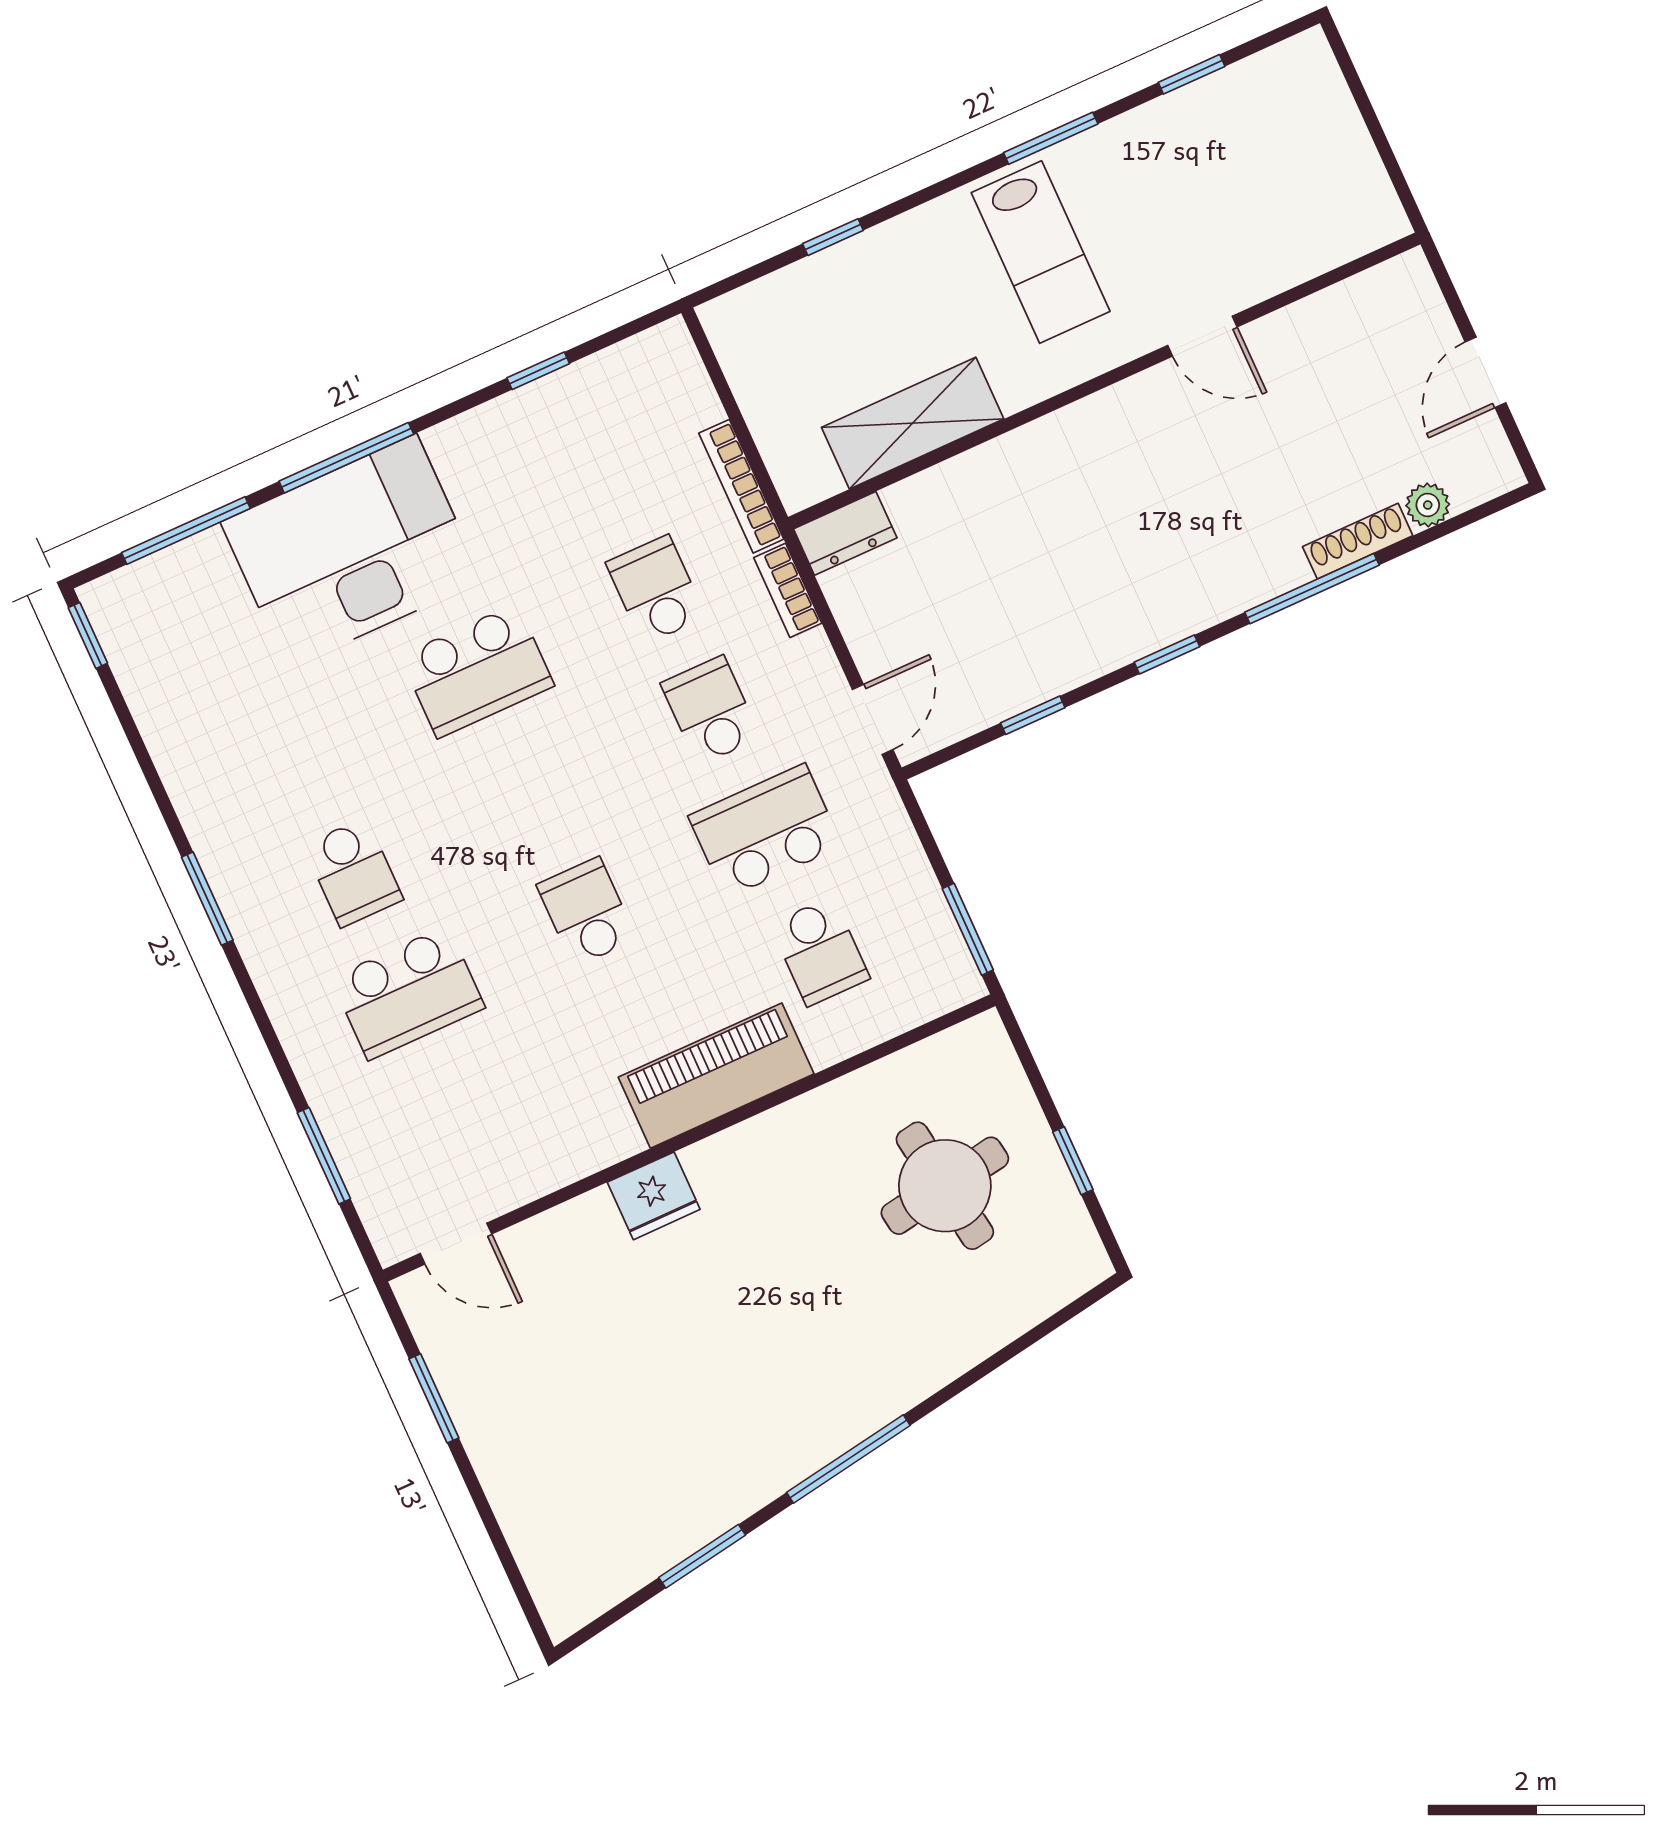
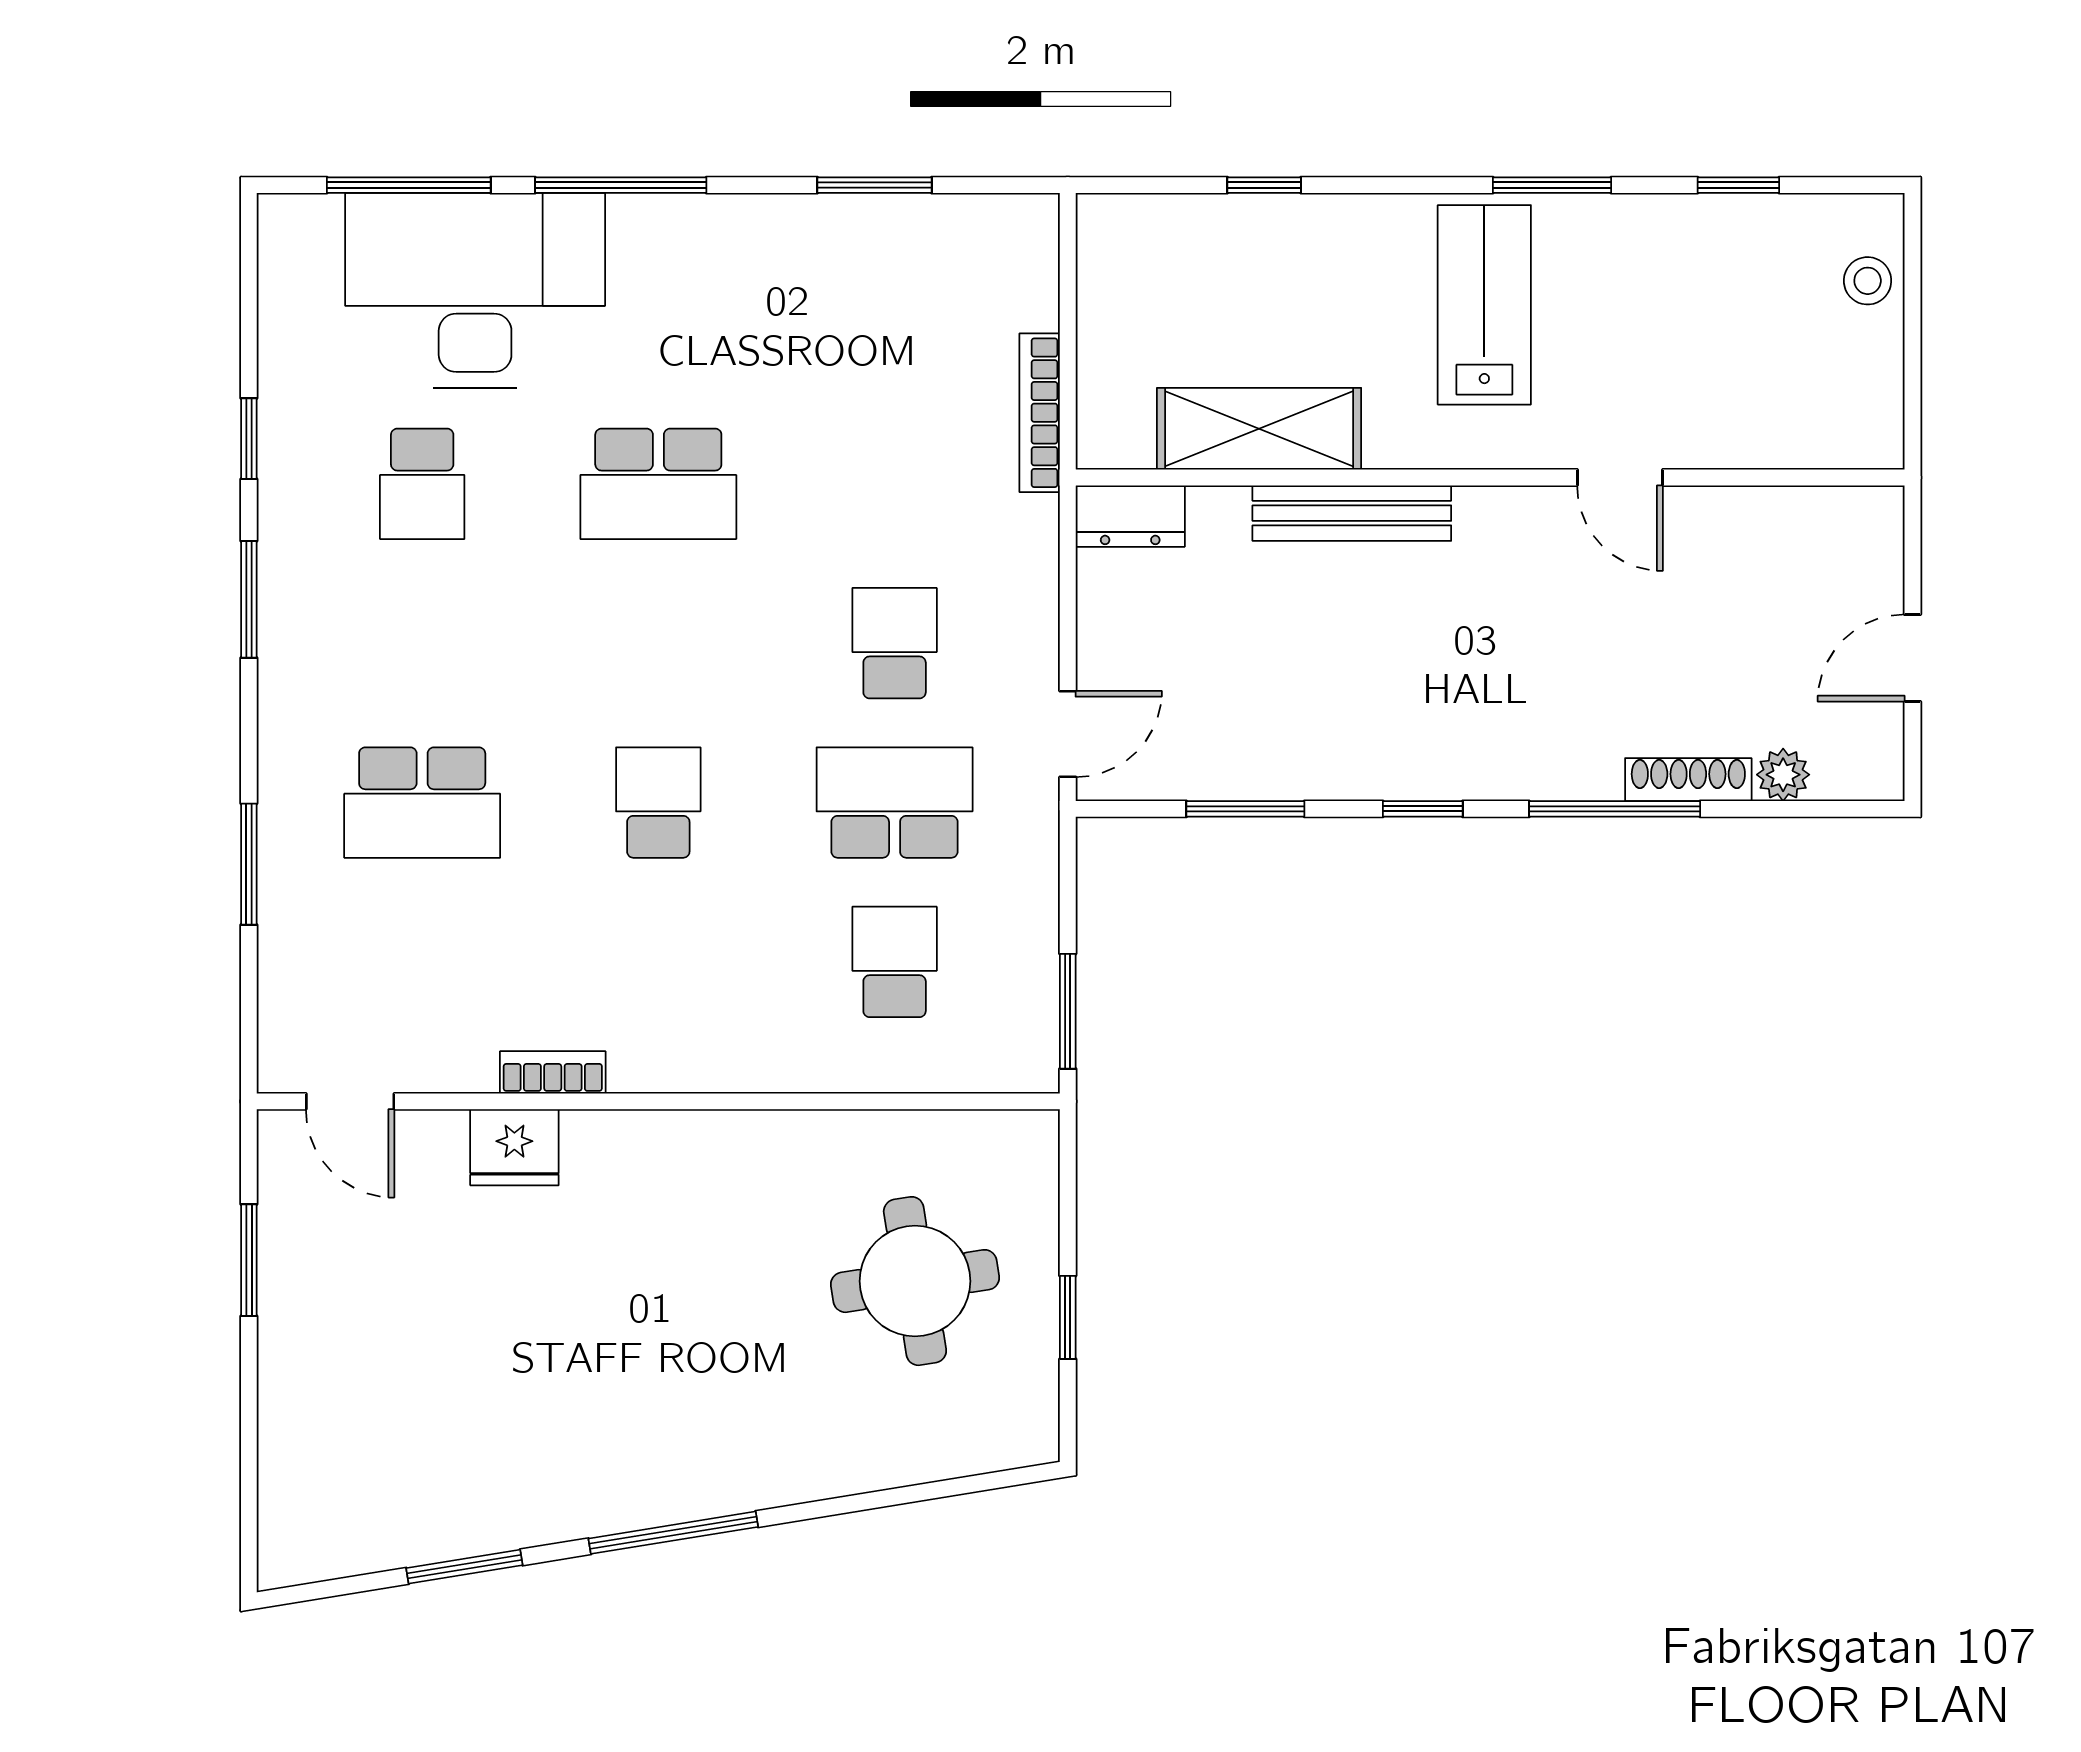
stool: (1322, 102) -> (1868, 281), added
lab bench: (1041, 252) -> (1484, 305), turned 180
window: (538, 371) -> (874, 185), width x1.50
bench: (1012, 455) -> (1352, 513), added
desk: (352, 551) -> (475, 290), moved
school desk: (656, 590) -> (895, 484), removed
bookcase: (788, 590) -> (553, 1072), moved, turned 90
window: (88, 635) -> (249, 439), moved
window: (1033, 715) -> (1245, 809), width x1.50
school desk: (353, 872) -> (422, 484), moved
school desk: (820, 951) -> (895, 962), turned 180
piano: (716, 1076) -> (719, 1046), removed
window: (324, 1156) -> (249, 864), moved
fridge: (654, 1196) -> (514, 1147), moved

